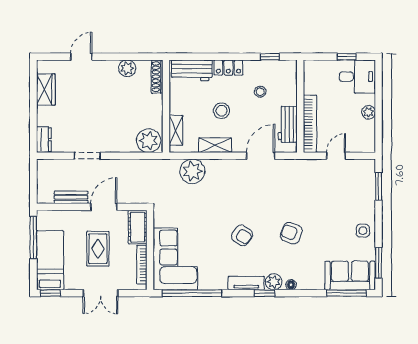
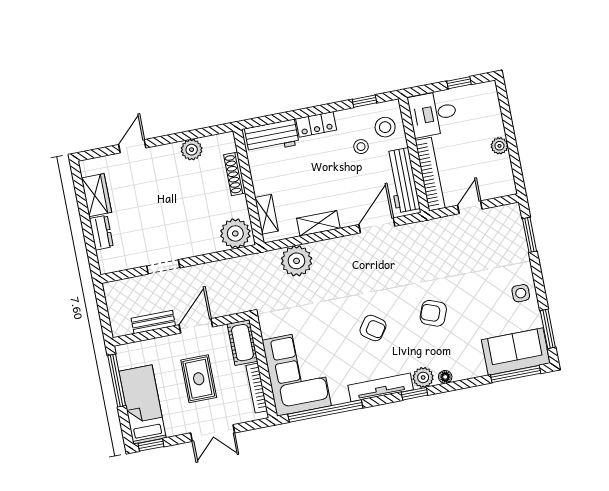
shoe rack: (157, 77) -> (235, 174), moved
desk: (357, 77) -> (433, 114), moved, turned 180
stool: (222, 111) -> (385, 127), moved
workbench: (288, 124) -> (403, 180), width x1.38
dresser: (44, 140) -> (101, 233), moved
tv unit: (246, 283) -> (381, 387), width x1.41

